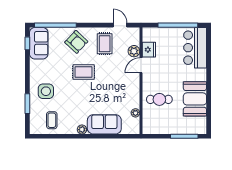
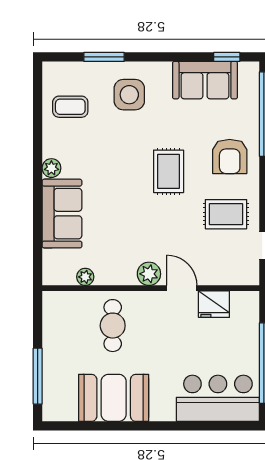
armchair: (76, 42) -> (230, 156), turned -43
sofa: (39, 43) -> (205, 80), moved
plant: (134, 51) -> (149, 274), moved

